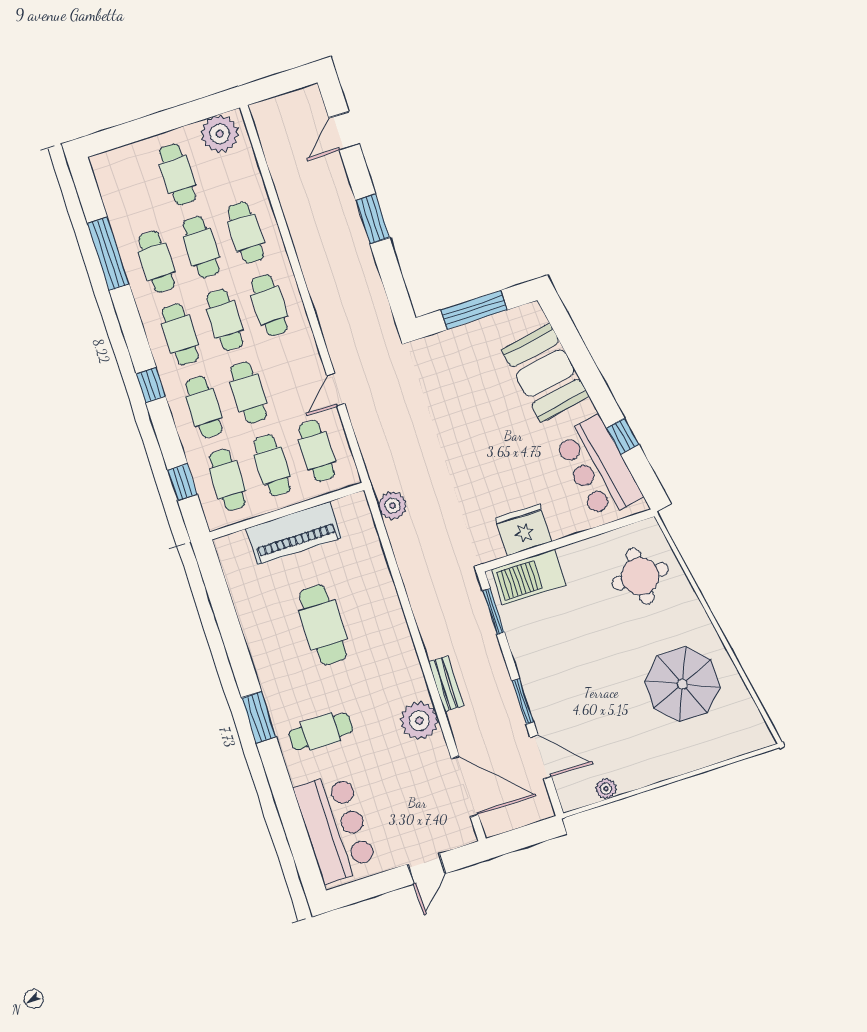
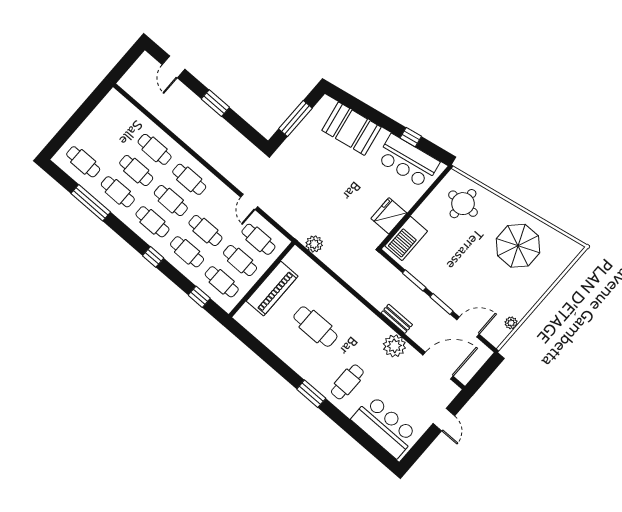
plant: (220, 134) -> (111, 107), removed
cafe table: (178, 174) -> (83, 162), moved
window: (494, 611) -> (414, 280), moved

